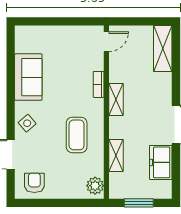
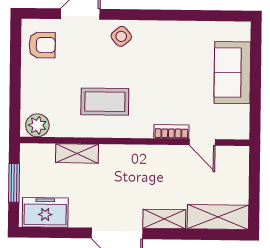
door: (106, 42) -> (202, 142), moved
sofa: (28, 77) -> (232, 73), moved, turned 90
shelving: (116, 99) -> (164, 219), moved
freezer: (161, 162) -> (45, 212), moved

